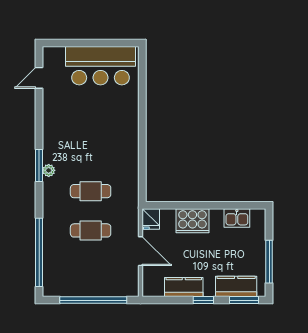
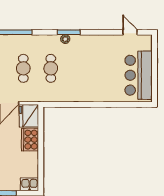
kitchen sink: (237, 218) -> (30, 184), moved, turned 90
fridge: (151, 219) -> (29, 116), width x1.88, depth x1.34

